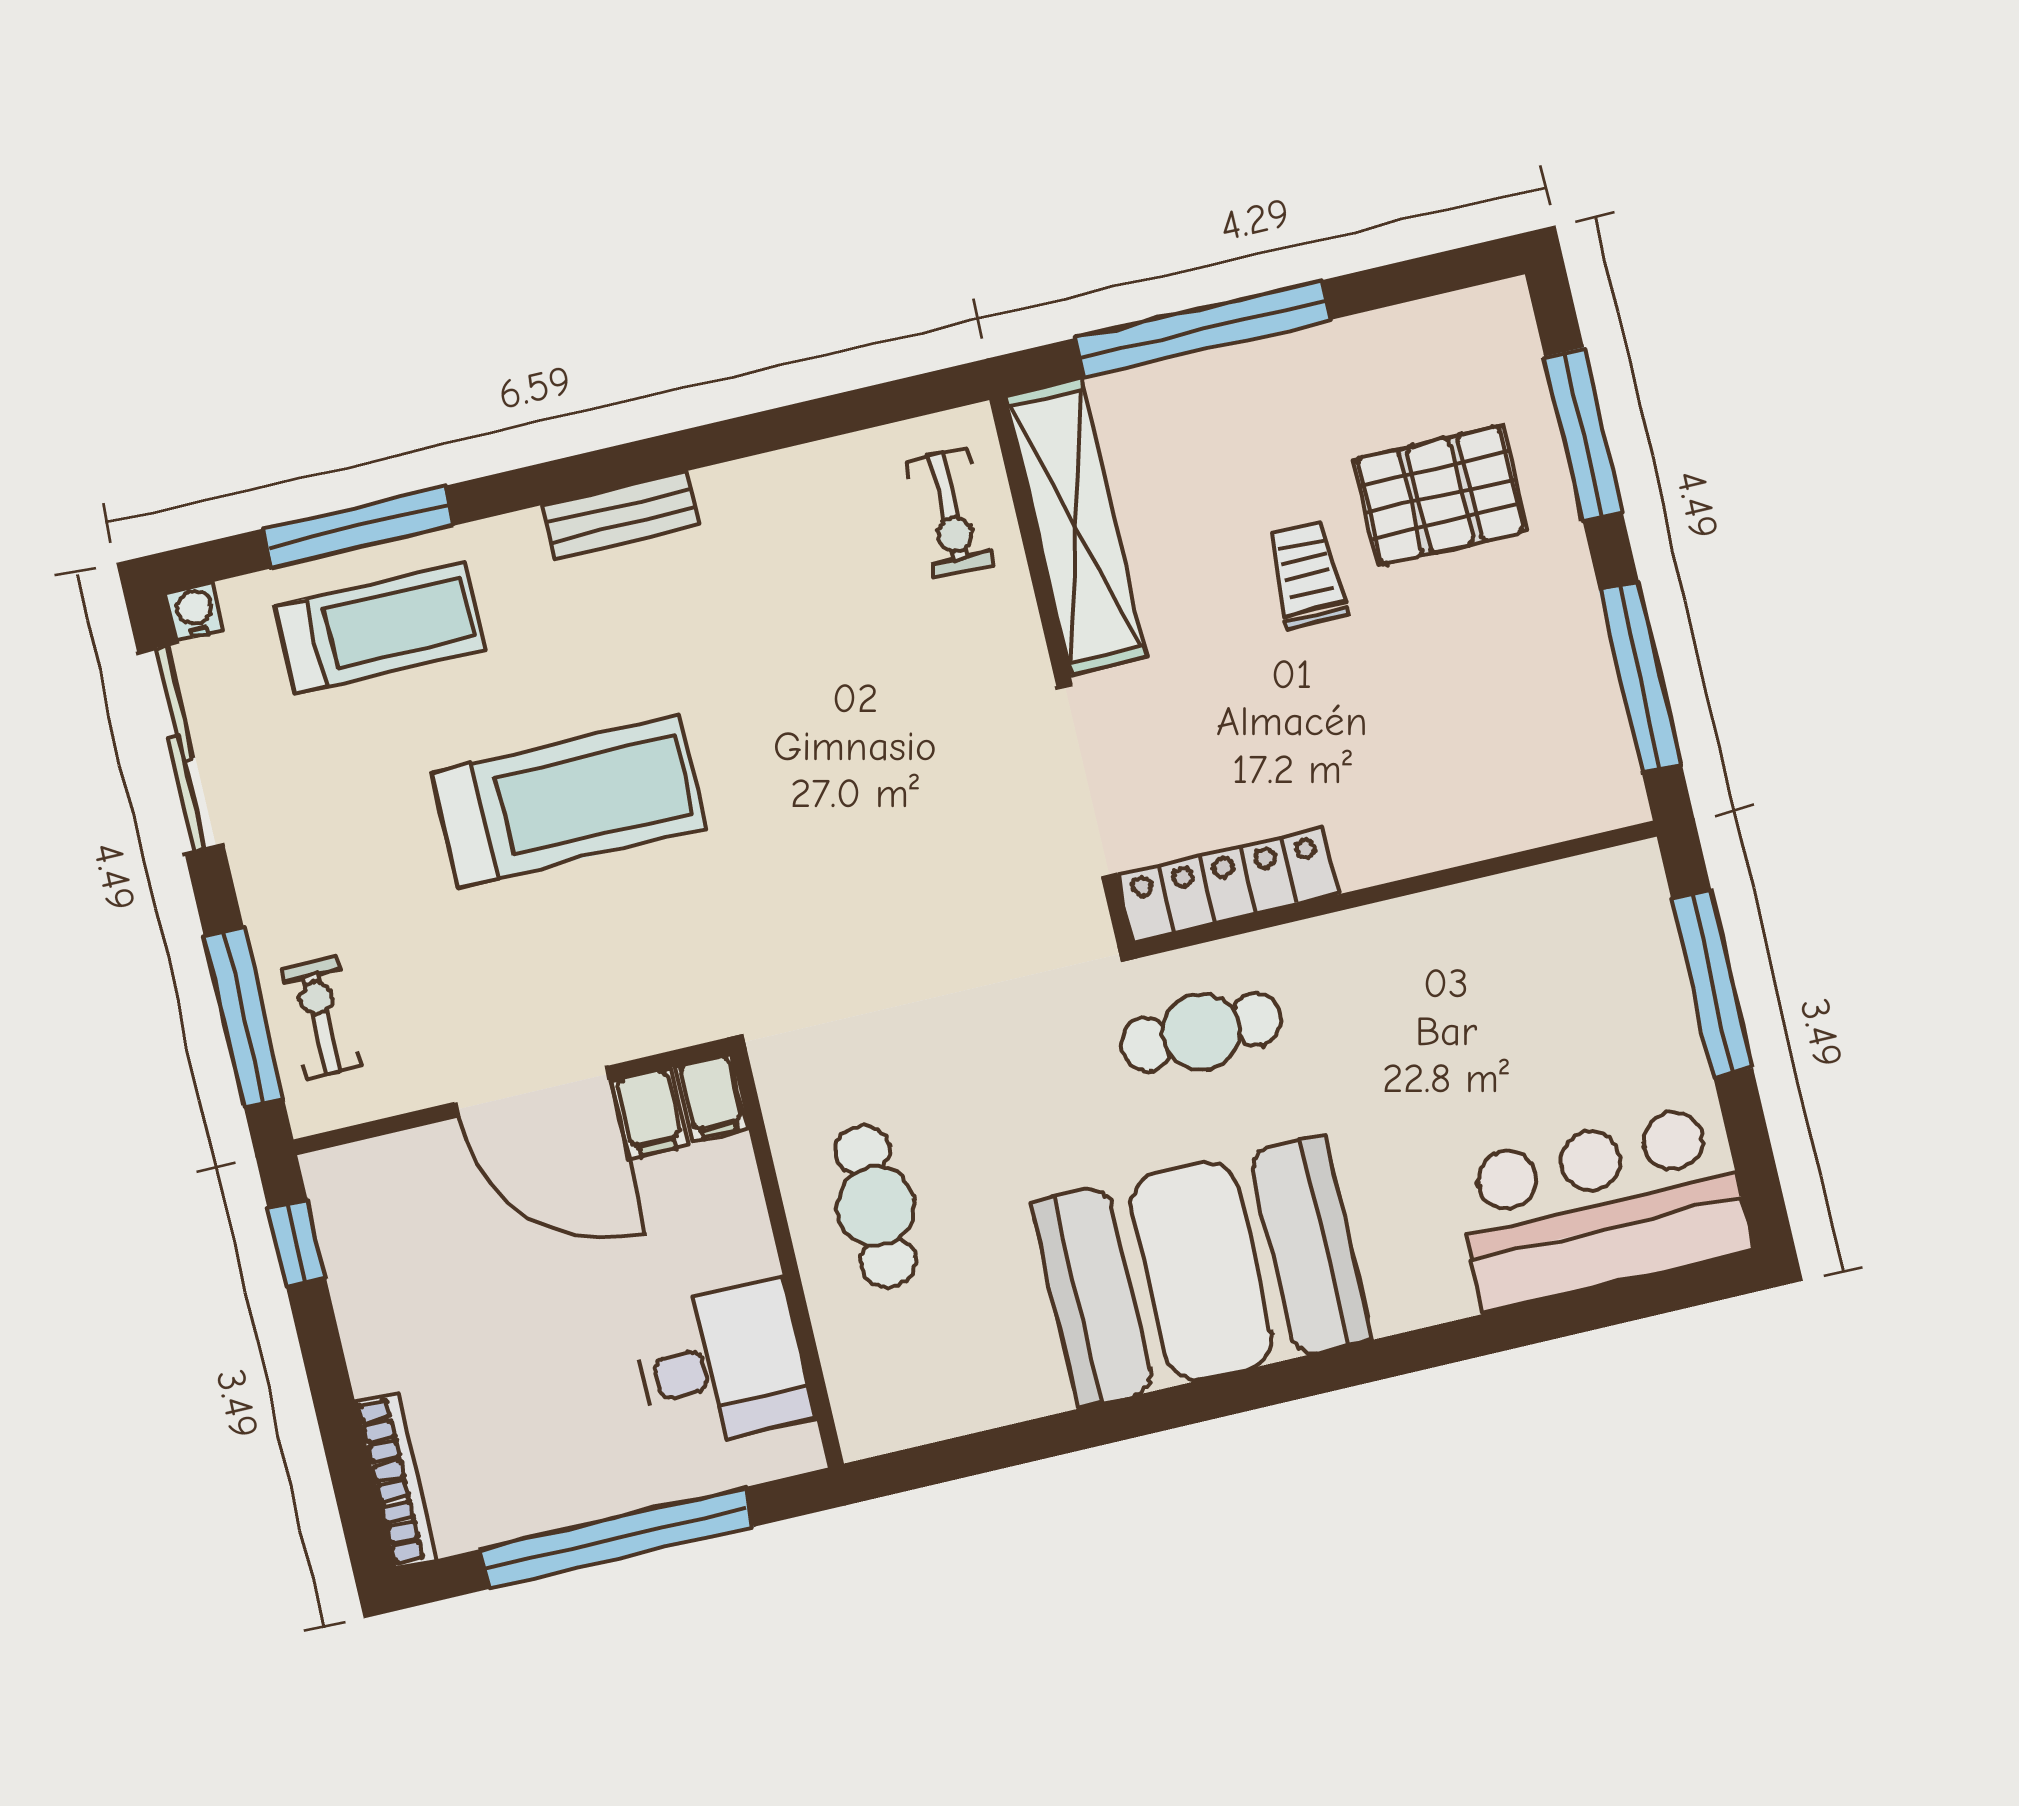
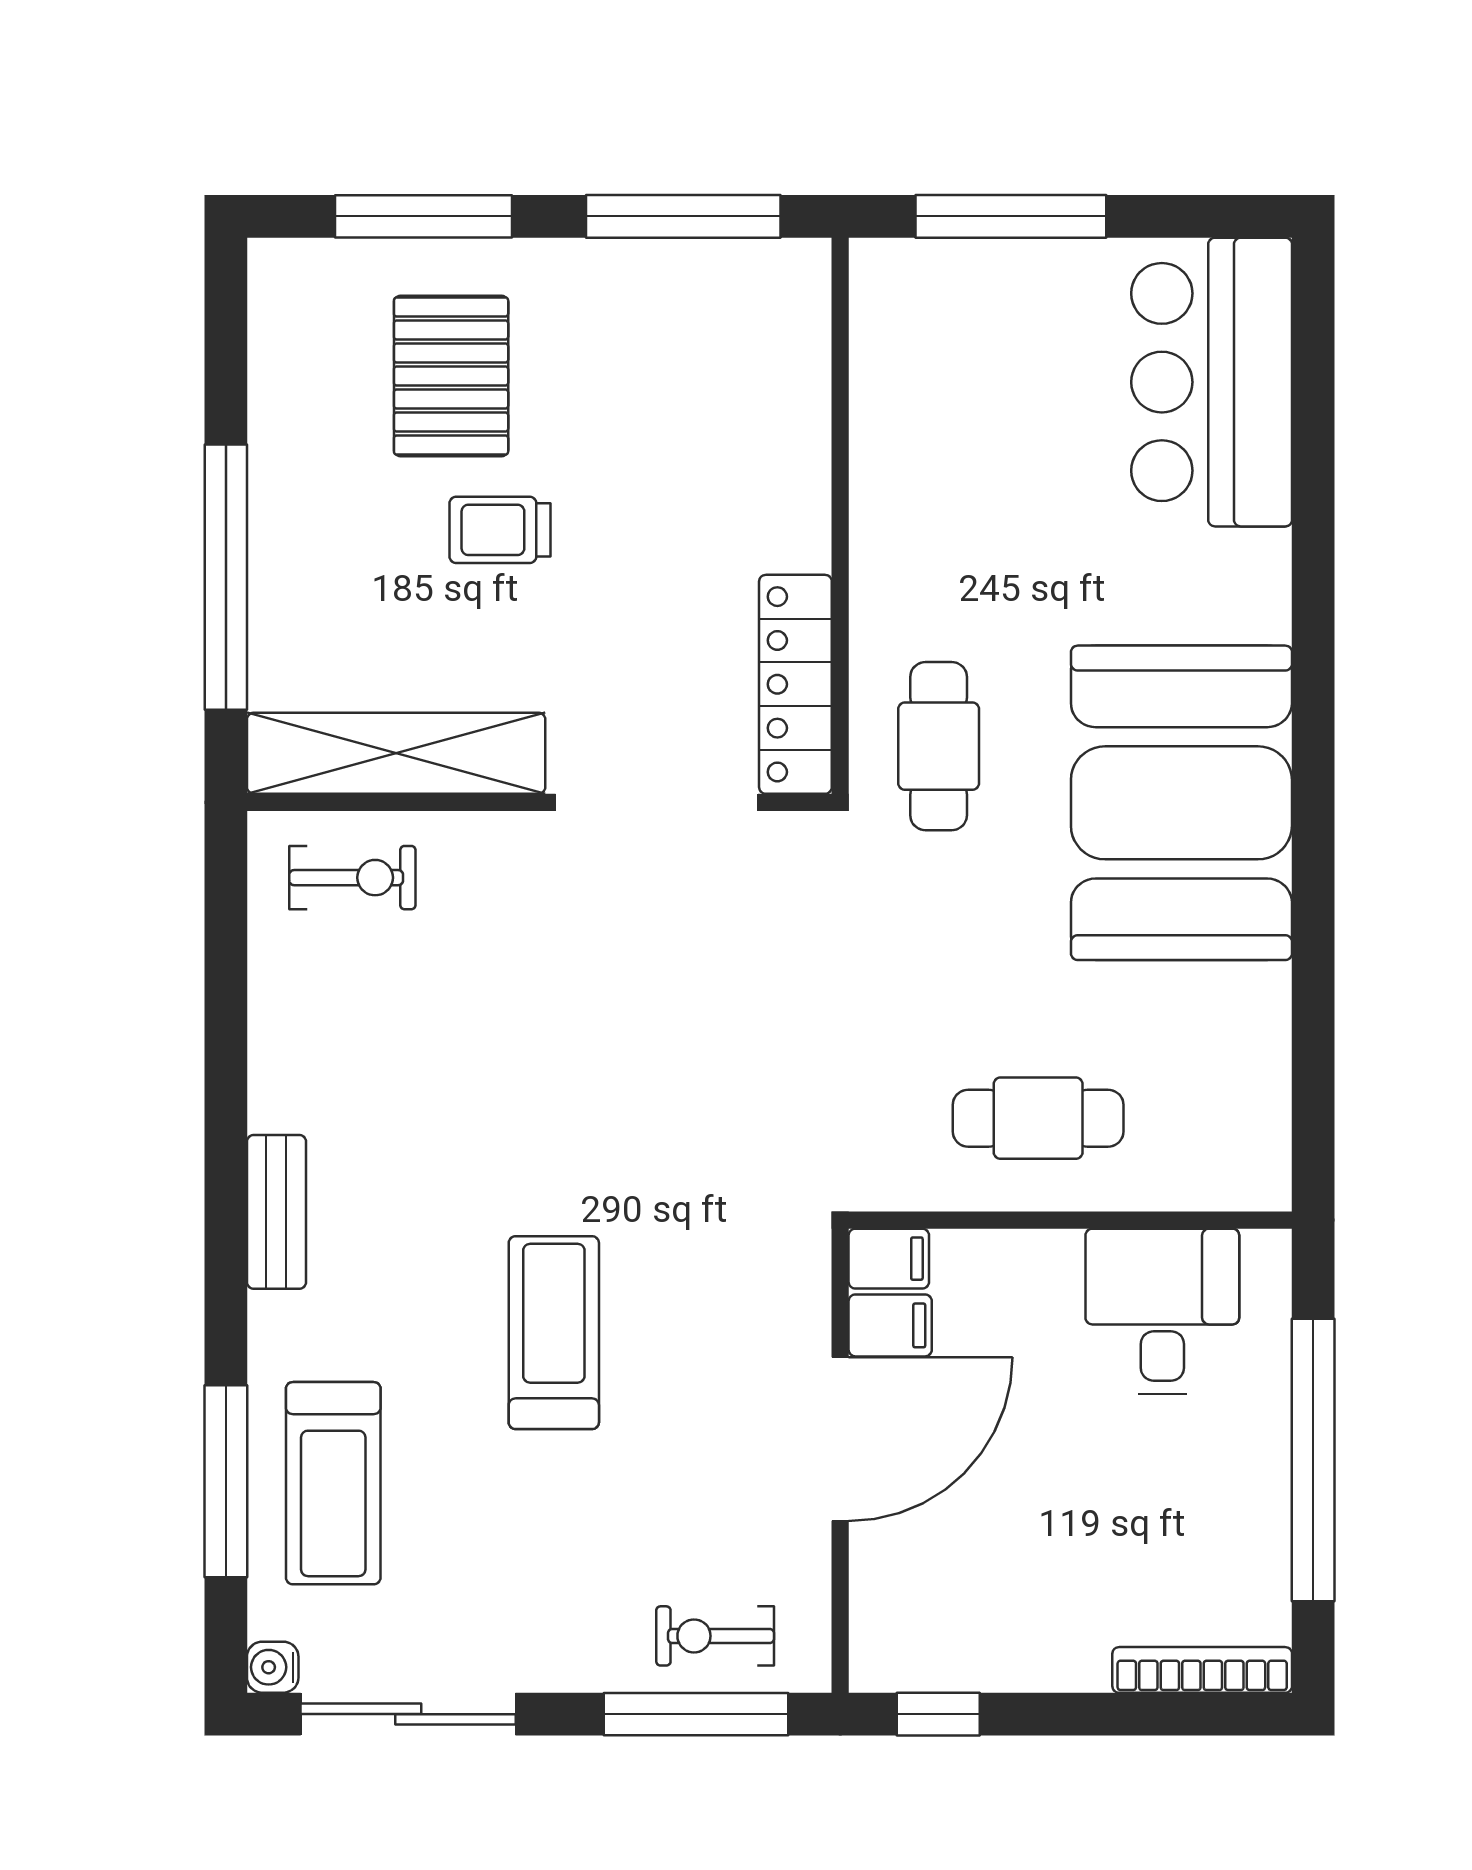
treadmill: (380, 628) -> (333, 1483), turned 180
treadmill: (569, 801) -> (554, 1333), width x0.73, depth x0.73

